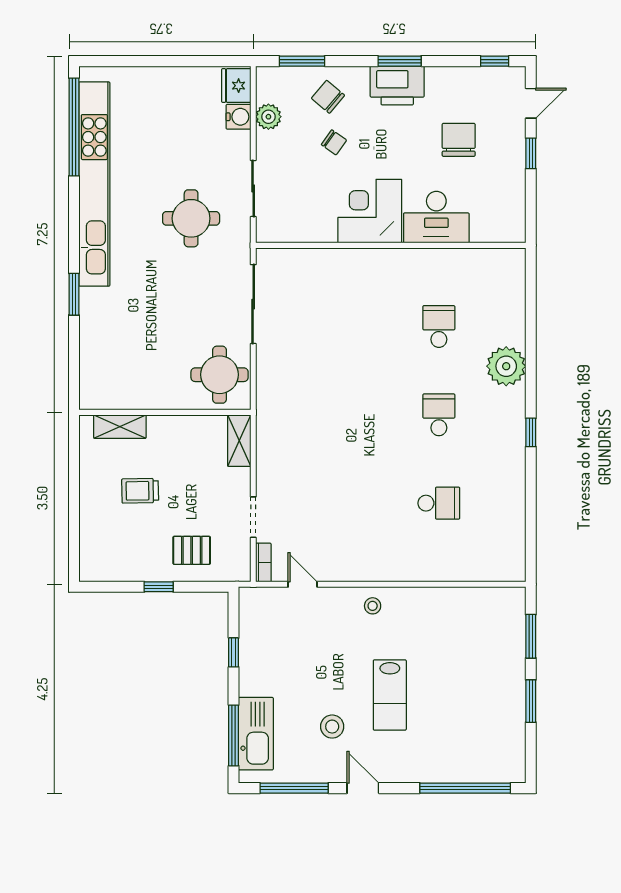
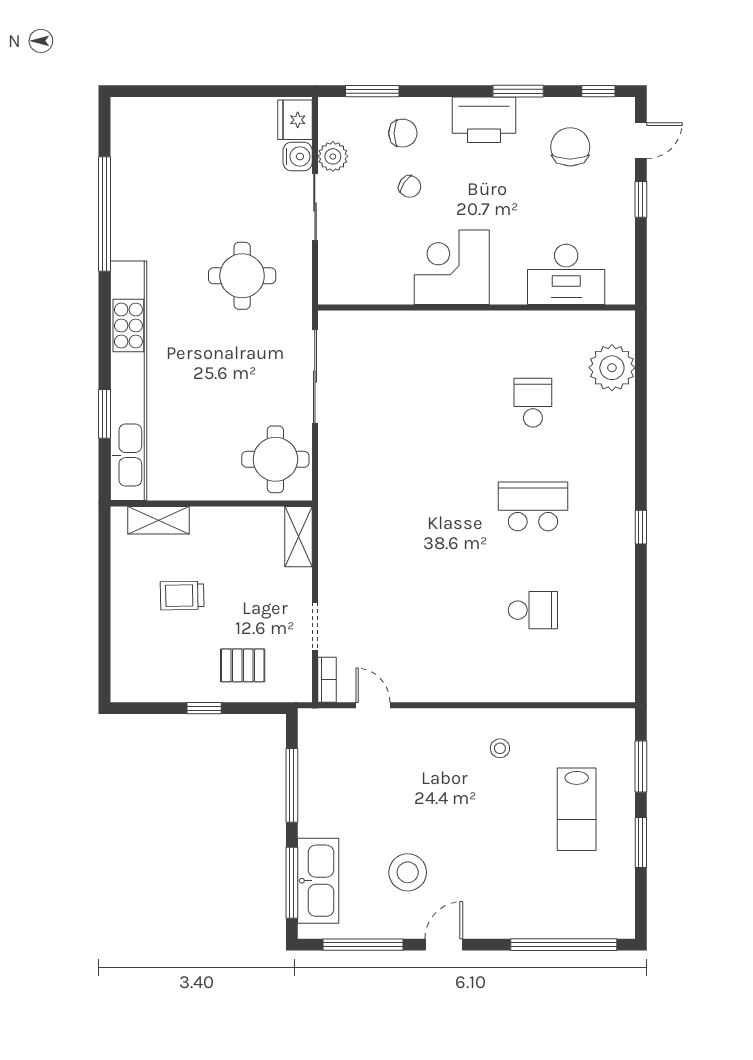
window: (400, 61) -> (518, 91), moved
chair: (328, 97) -> (403, 133), turned 140
window: (74, 127) -> (105, 214), moved
chair: (459, 140) -> (570, 147), moved
kitchen unit: (94, 184) -> (128, 381), moved
sliding door: (253, 188) -> (315, 207), moved
desk: (436, 217) -> (566, 274), moved
window: (74, 294) -> (105, 414), moved
plant: (506, 366) -> (612, 368), moved
school desk: (439, 415) -> (533, 506), width x1.85
stool: (373, 606) -> (500, 748), moved
window: (234, 652) -> (292, 785), width x2.17
lab bench: (390, 695) -> (577, 809), moved
stool: (332, 727) -> (408, 872), width x1.38, depth x1.38
door: (363, 788) -> (444, 945), hinge flipped

